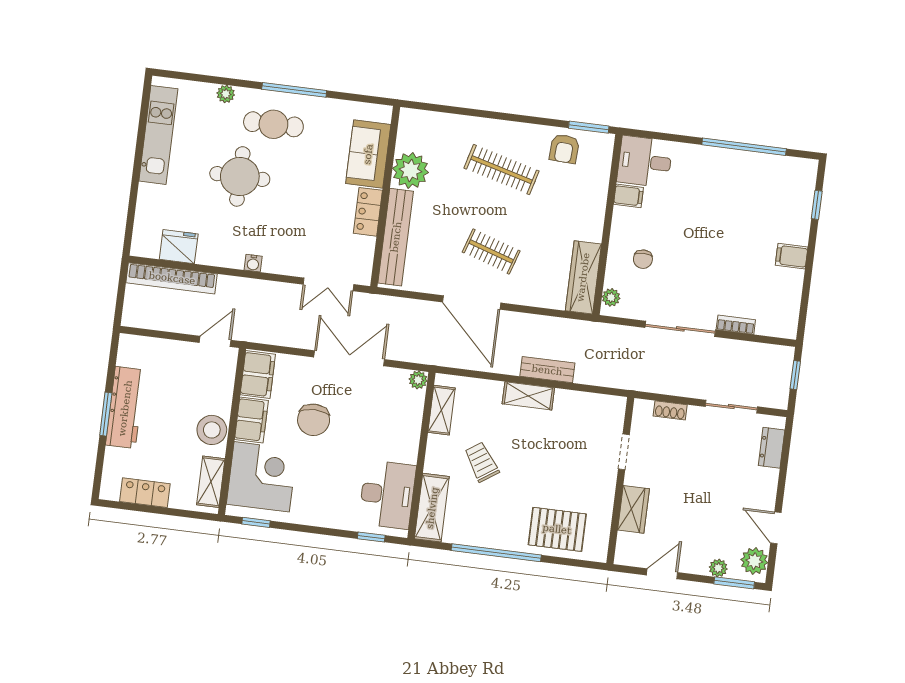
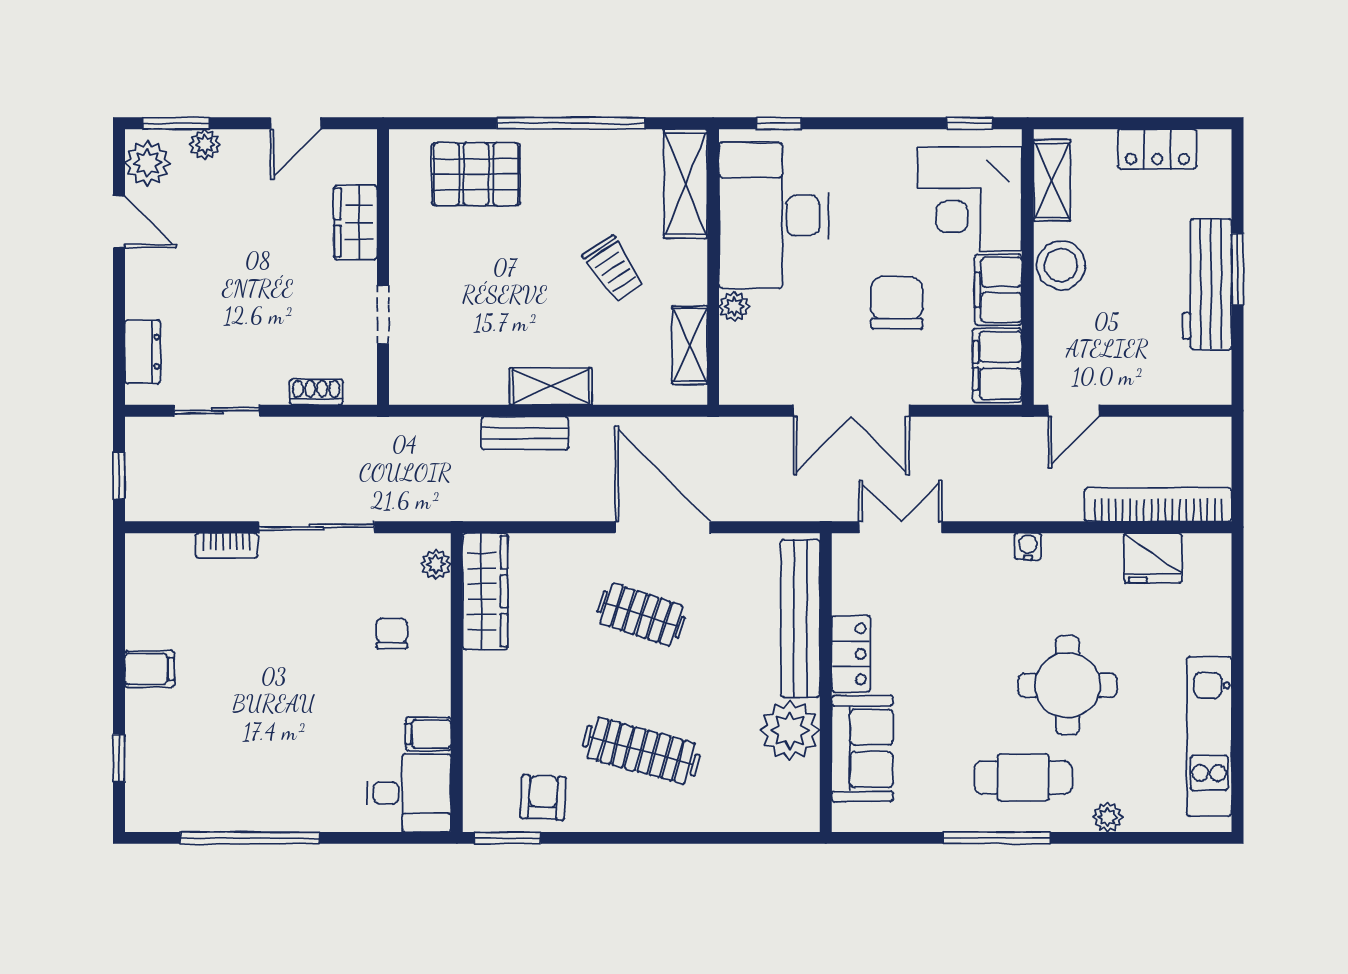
plant: (418, 380) -> (734, 307), moved
desk: (387, 495) -> (774, 215), width x1.36, depth x1.30

